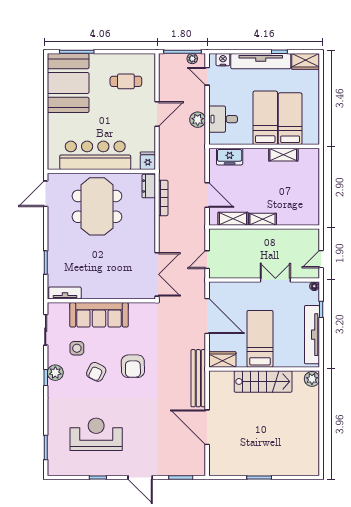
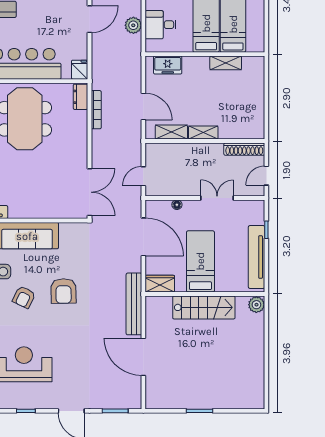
shoe rack: (301, 235) -> (244, 149), added
floor lamp: (314, 286) -> (177, 205), moved

